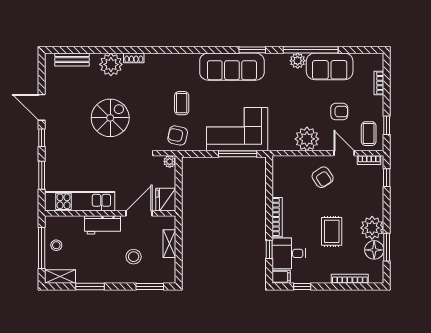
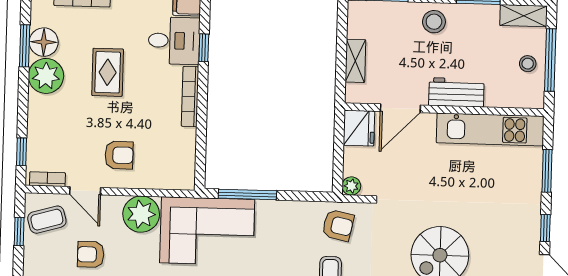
corner sofa: (237, 129) -> (207, 231), moved
coffee table: (369, 134) -> (47, 220), turned 74
armchair: (323, 177) -> (119, 155), turned 123
stool: (134, 257) -> (434, 22), moved

